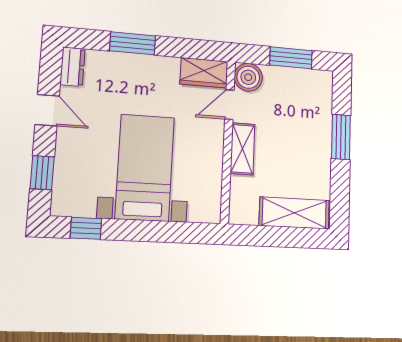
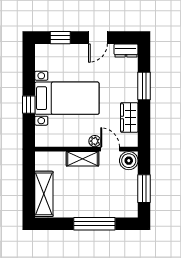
wardrobe: (204, 73) -> (129, 118), moved
plant: (216, 128) -> (95, 141), added
window: (341, 137) -> (94, 224), width x1.44
window: (86, 228) -> (29, 105), moved

